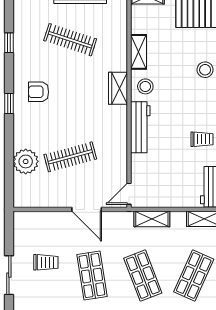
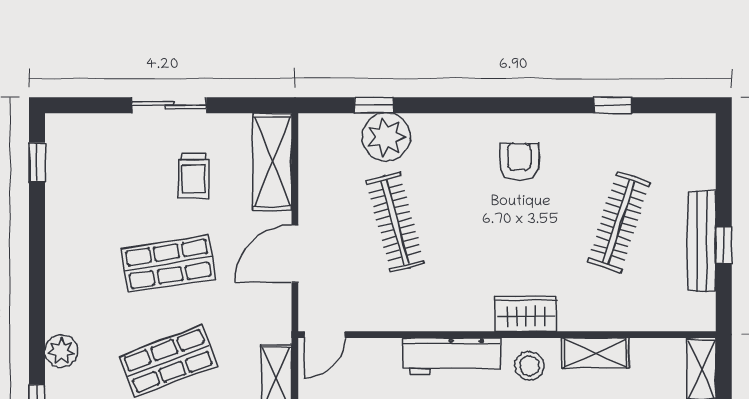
window: (9, 103) -> (374, 105), moved
door: (129, 194) -> (325, 335), swing flipped
shelving: (39, 221) -> (272, 162), added

